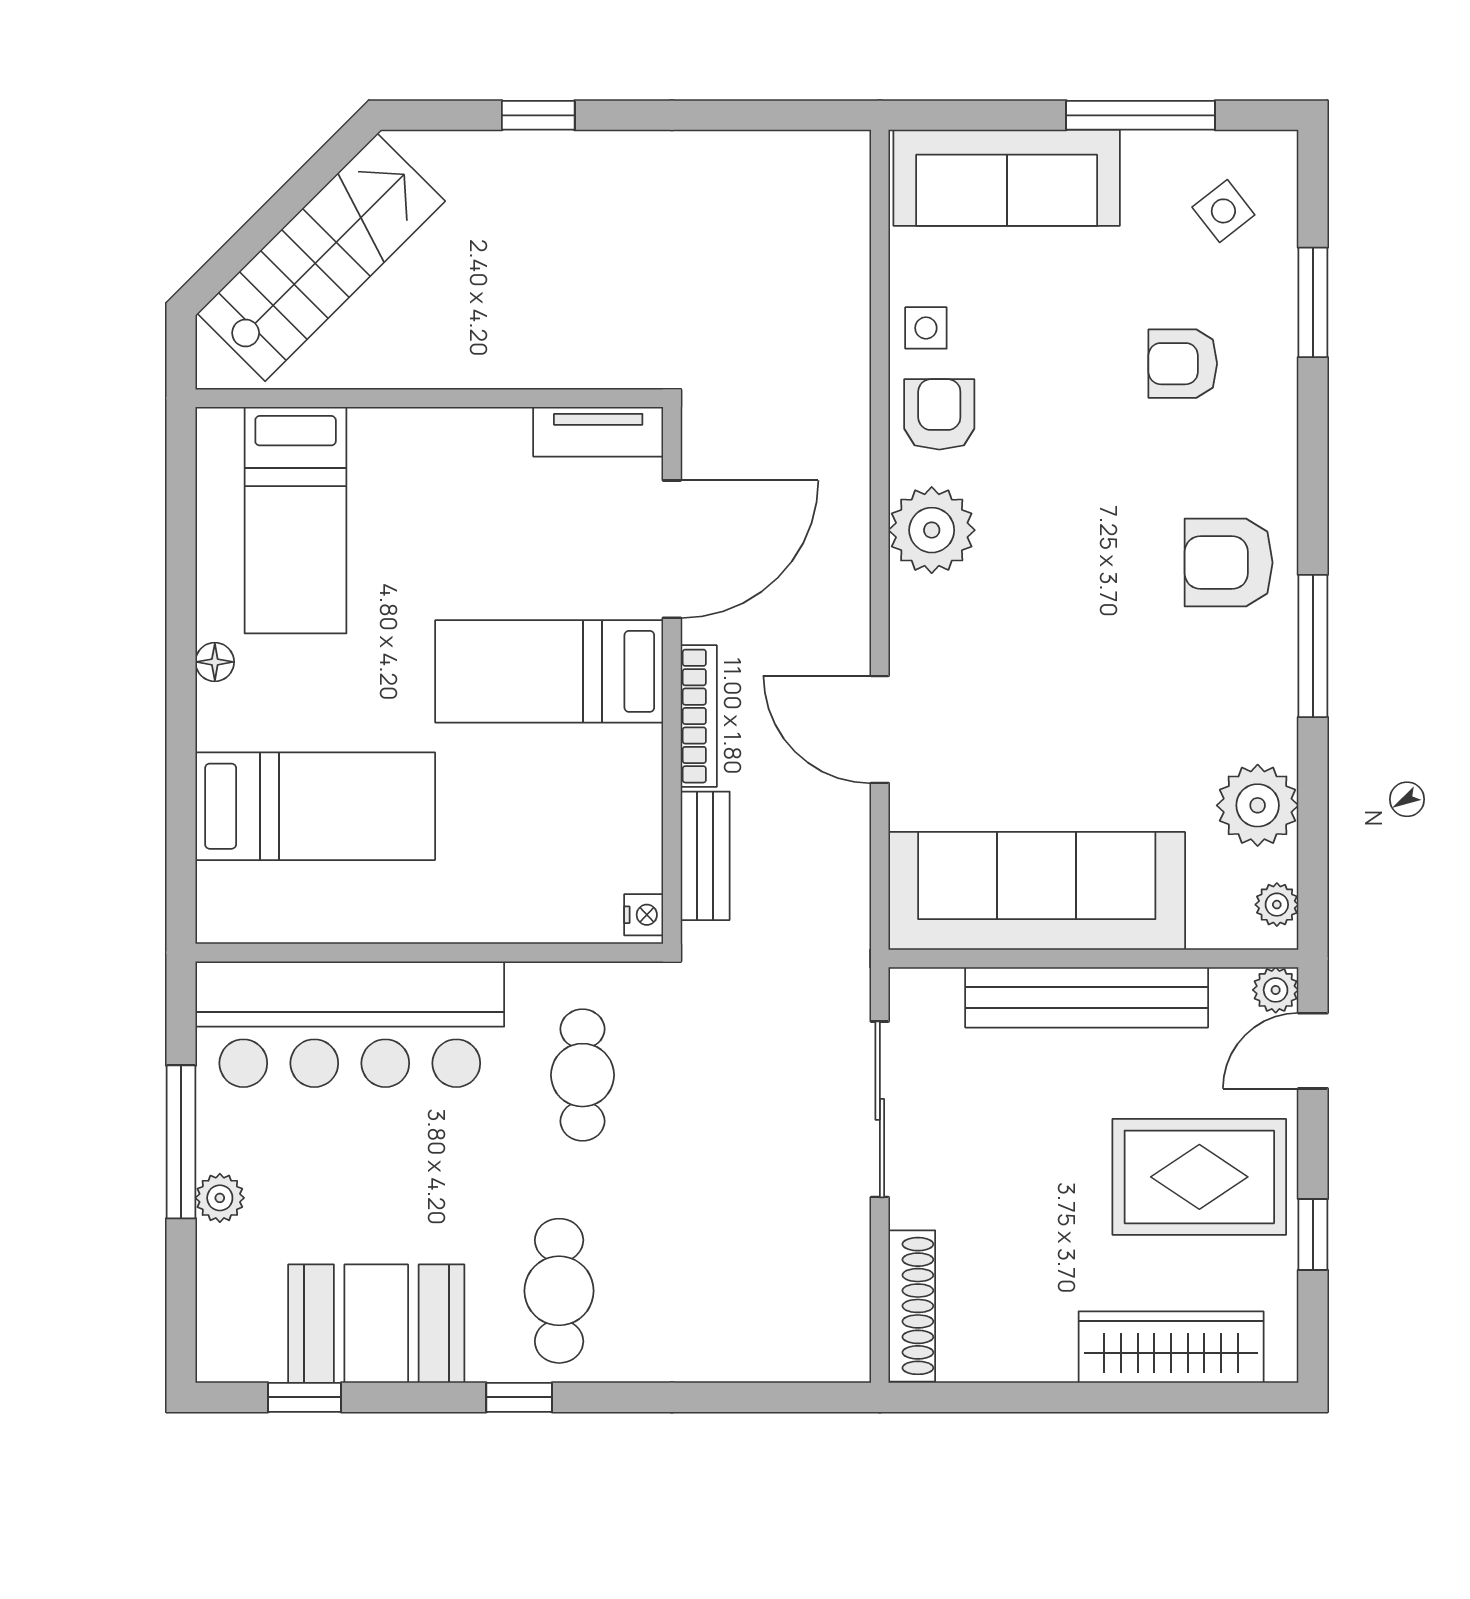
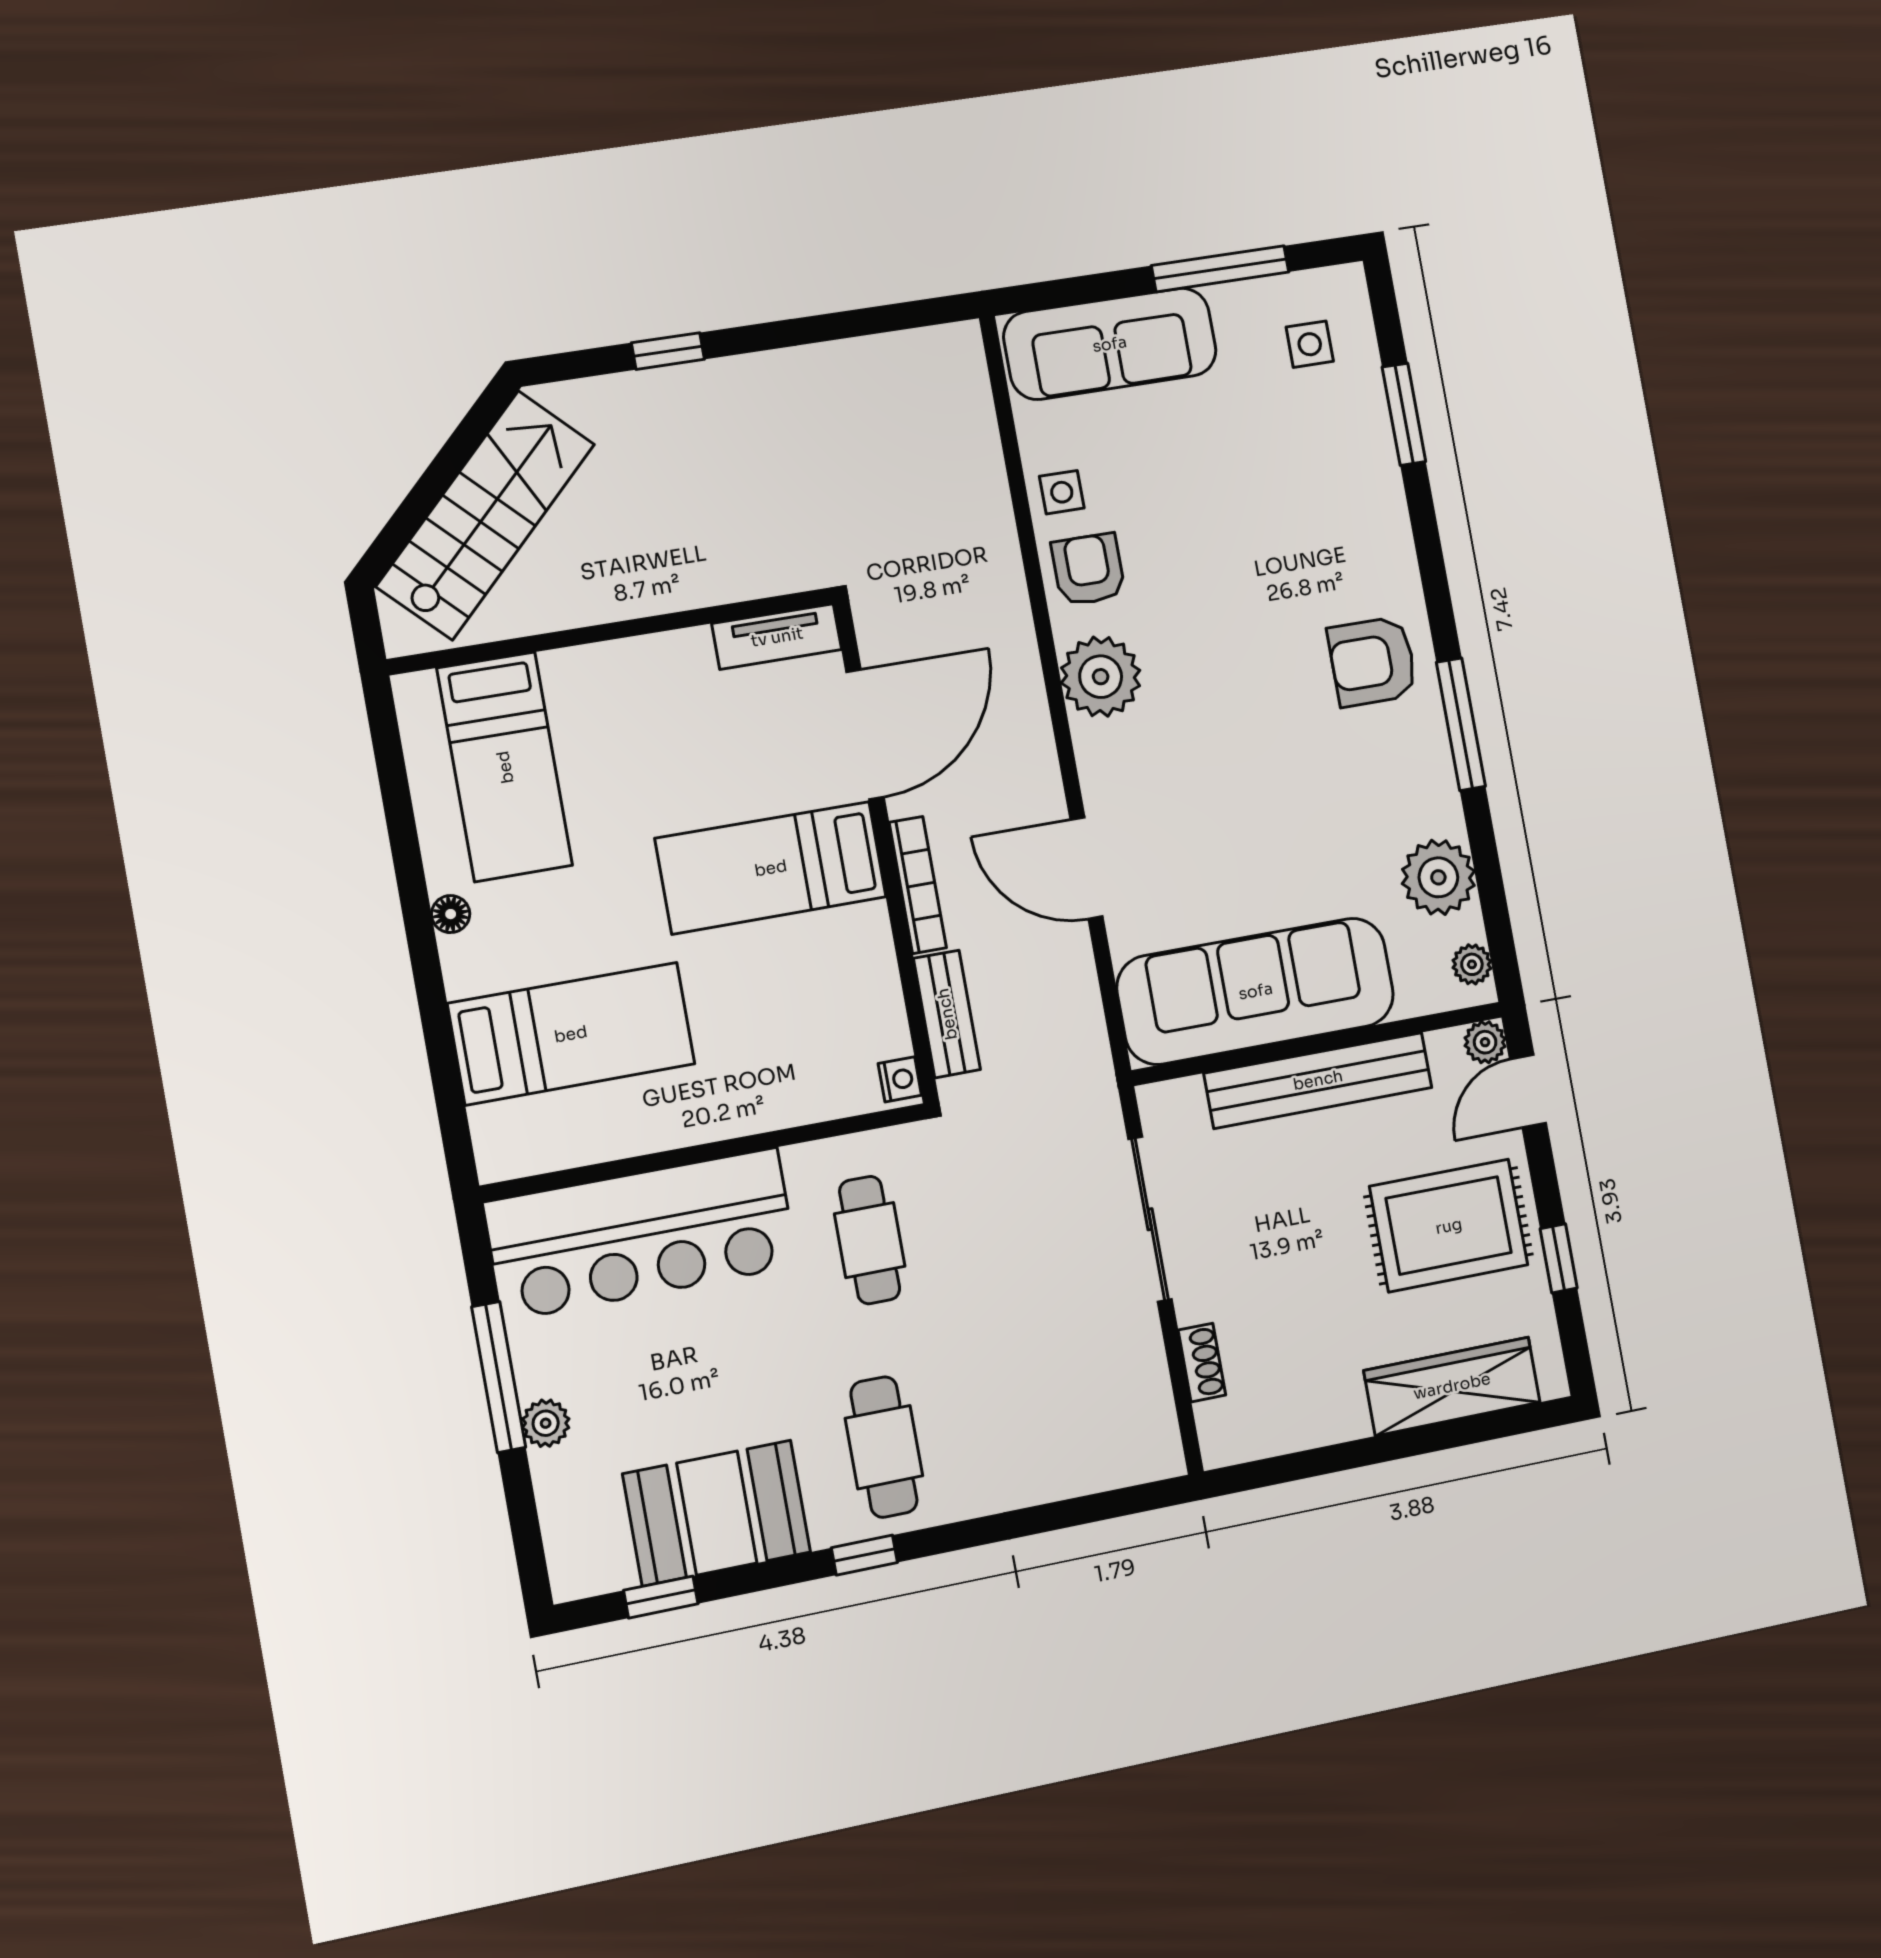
side table: (1223, 211) -> (1310, 344), turned 38
armchair: (1183, 364) -> (1299, 488), removed
shoe rack: (912, 1306) -> (1202, 1362), width x0.51, depth x0.81

